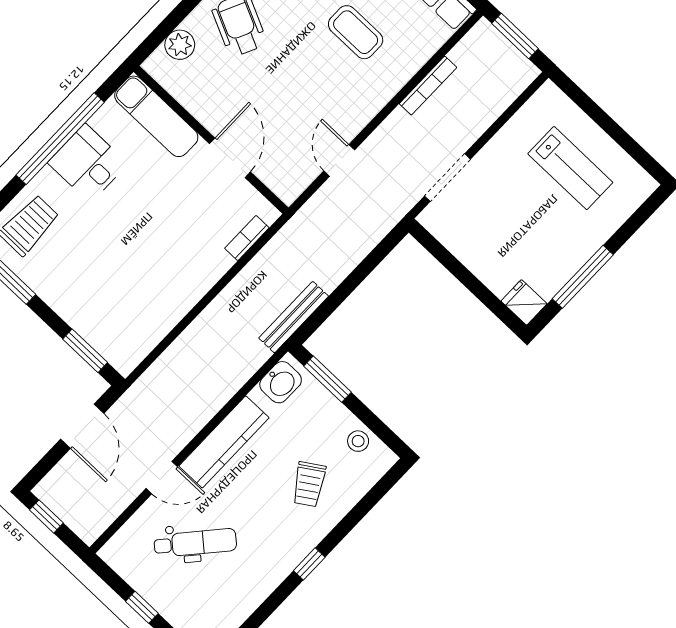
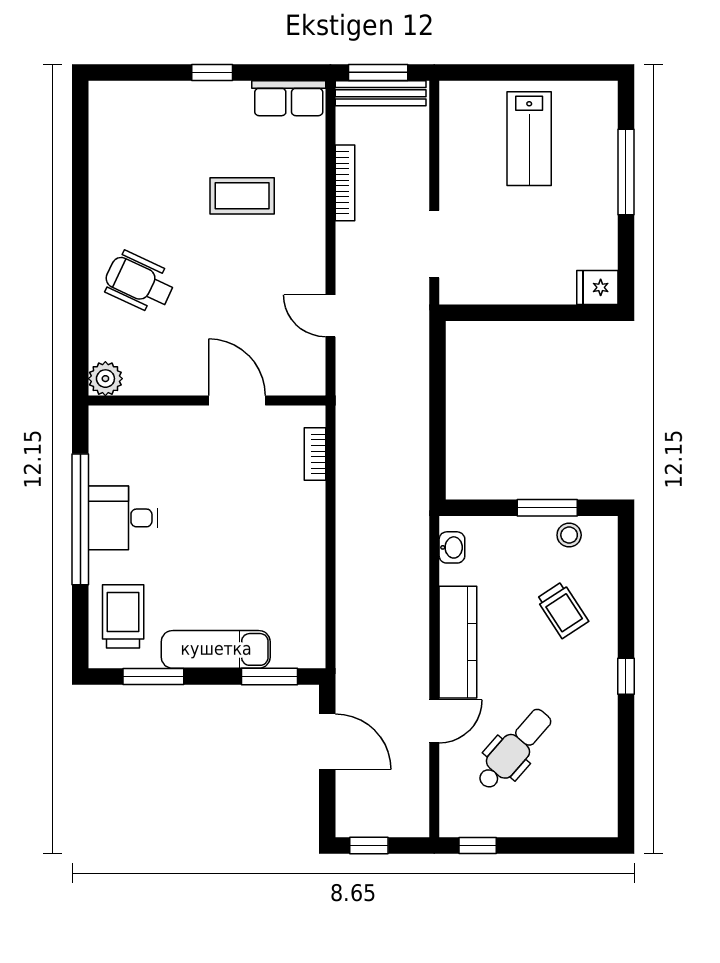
plant: (180, 45) -> (105, 379), moved
exam couch: (156, 116) -> (216, 649), moved, turned 180
lab bench: (570, 168) -> (529, 139), turned 90
window: (583, 277) -> (626, 172), moved
bench: (294, 317) -> (381, 93), moved, turned 90
window: (327, 379) -> (547, 508), moved
washbasin: (281, 382) -> (452, 547), width x0.72, depth x0.69
window: (142, 607) -> (478, 845), moved

